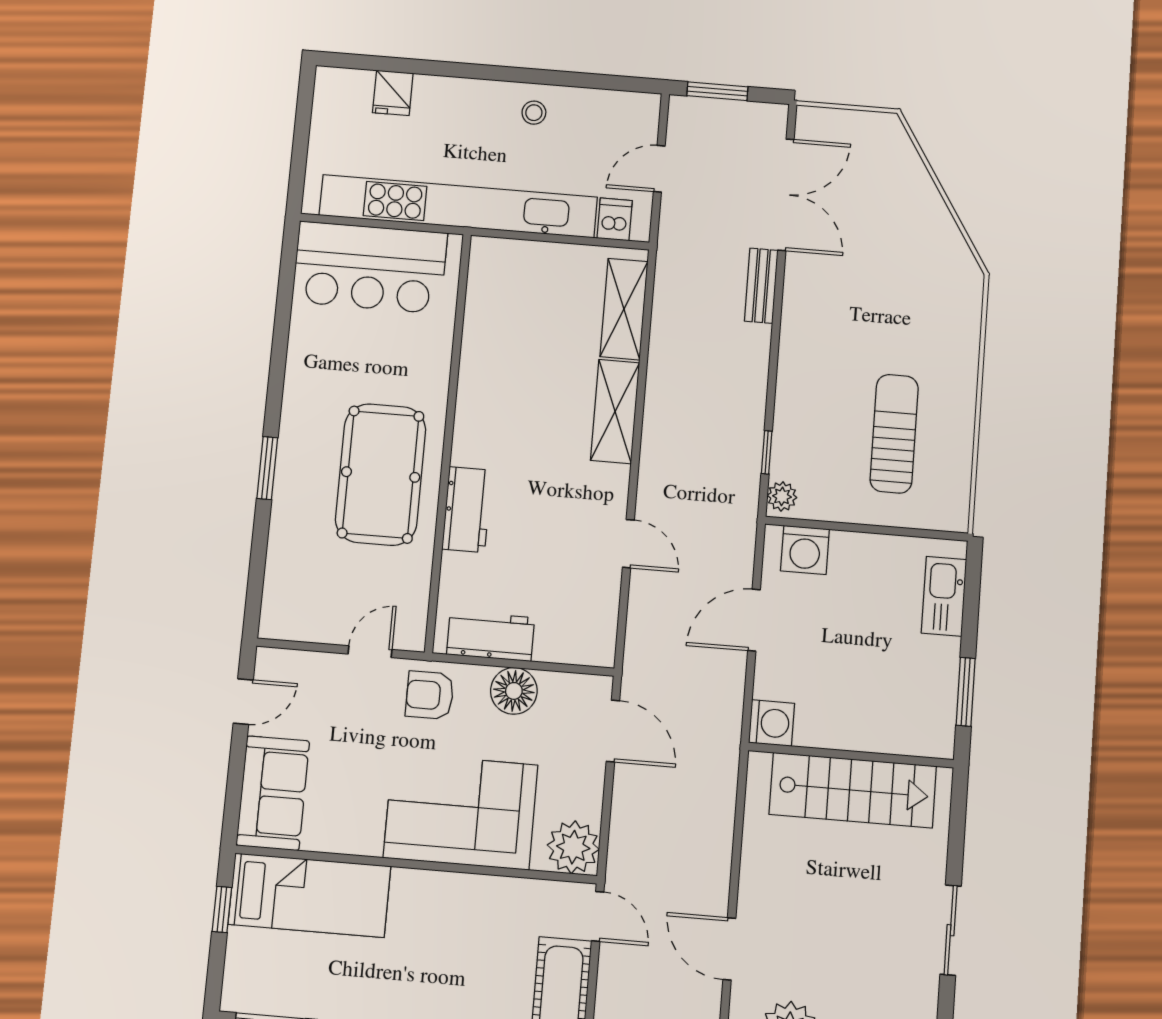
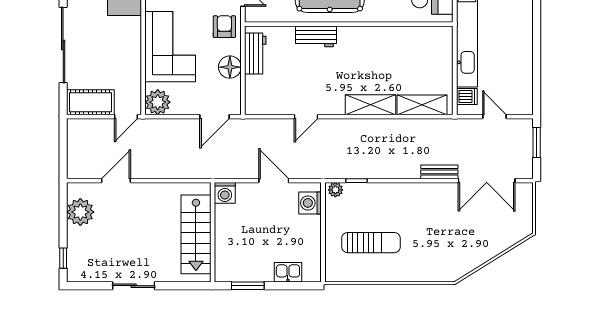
stool: (534, 113) -> (518, 52), removed
kitchen sink: (944, 596) -> (288, 272), width x0.73

